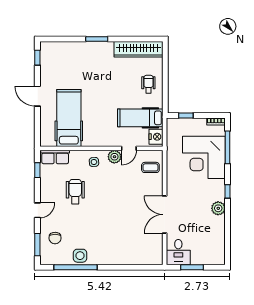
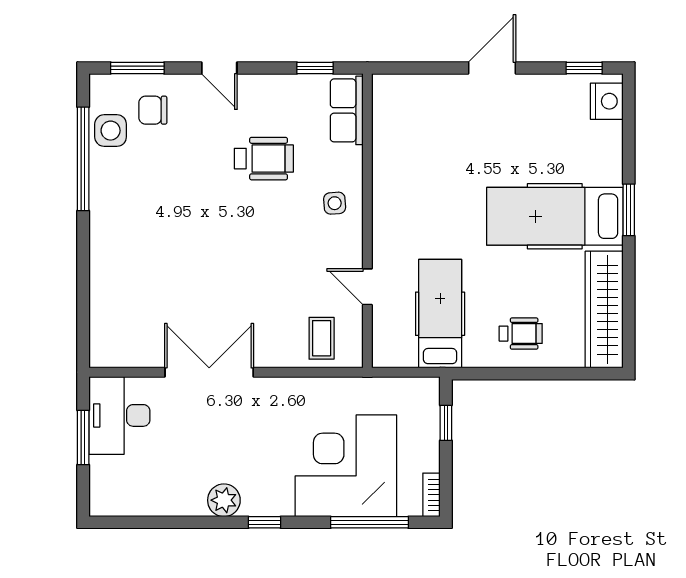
hospital bed: (69, 118) -> (555, 216), moved, turned 180
nightstand: (156, 137) -> (607, 101), moved, turned -90
plant: (114, 157) -> (347, 252), removed
desk: (178, 252) -> (119, 415), width x1.37
side table: (80, 256) -> (111, 131), moved

